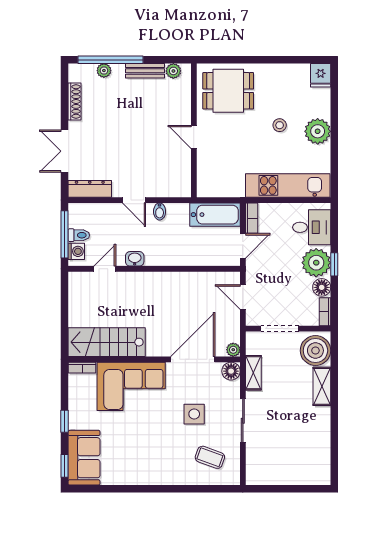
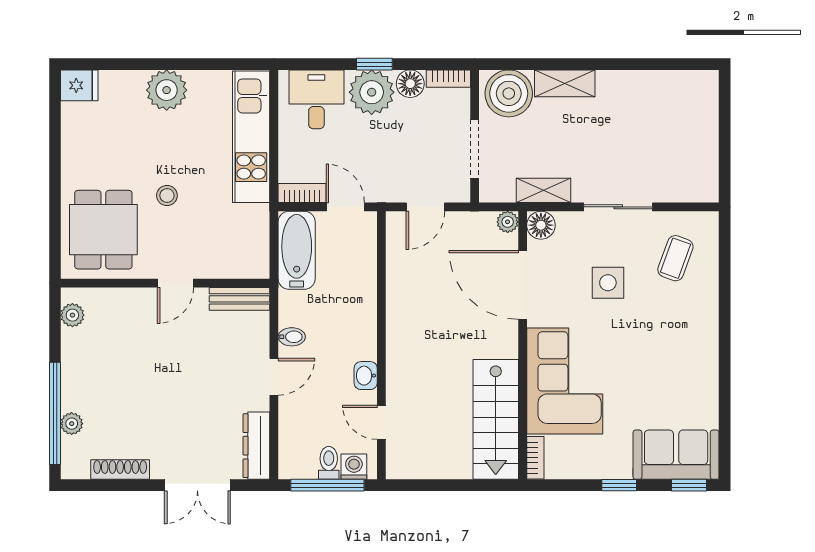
bench: (145, 71) -> (240, 299), moved, turned 90
stool: (280, 125) -> (167, 196), moved

